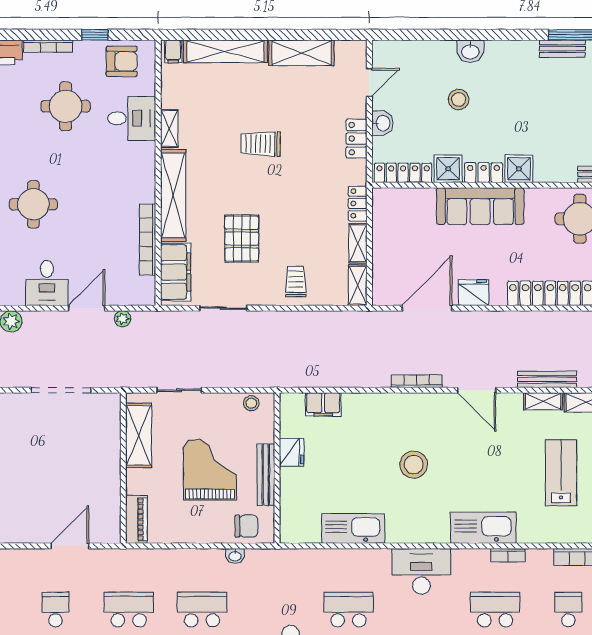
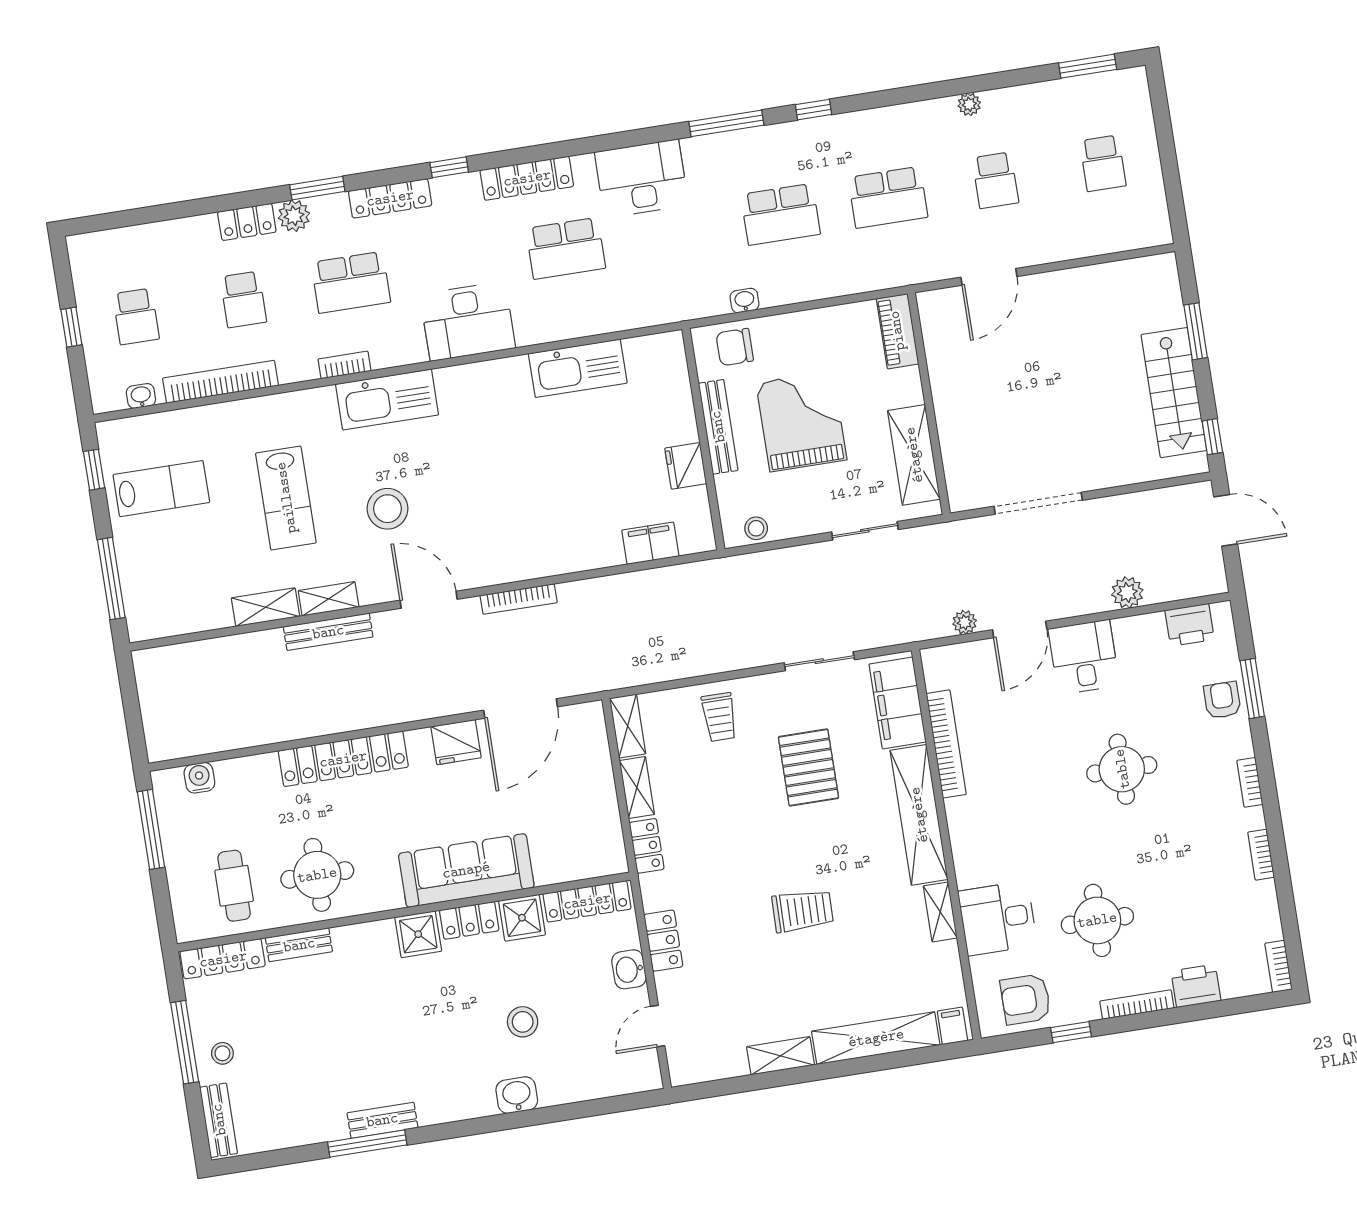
shelving: (301, 53) -> (780, 1056), width x0.67, depth x0.75
stool: (414, 465) -> (387, 509), moved
grand piano: (210, 470) -> (801, 421), turned 180

